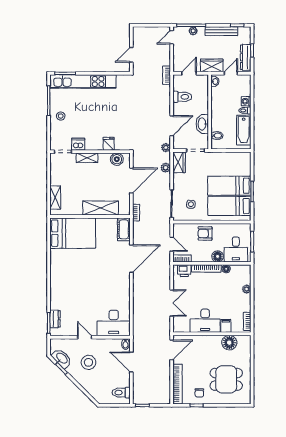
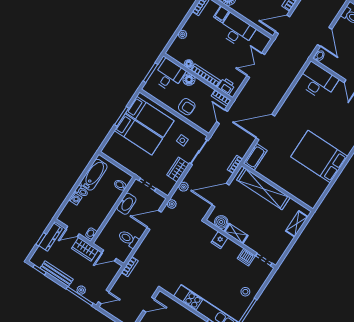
shelving: (87, 158) -> (236, 233), moved
wardrobe: (179, 162) -> (178, 170), moved
shelving: (101, 208) -> (263, 189), width x1.47
bed: (73, 233) -> (319, 157), moved

